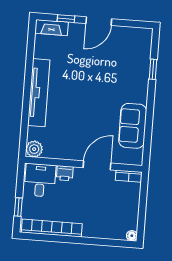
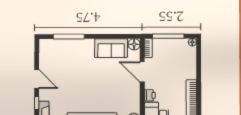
window: (153, 69) -> (69, 37), width x2.17
floor lamp: (135, 157) -> (134, 44), added
window: (143, 204) -> (168, 36), added

